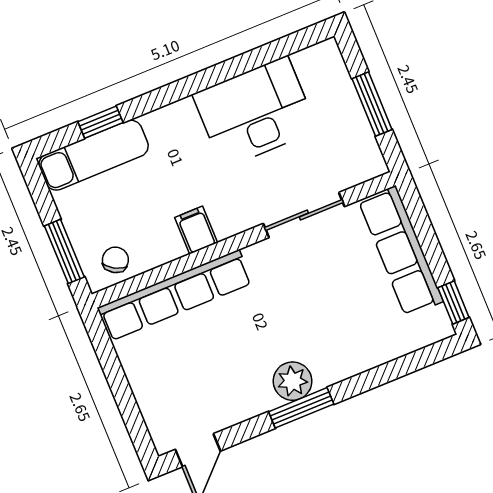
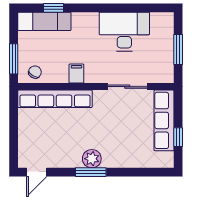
window: (453, 303) -> (178, 137), moved

